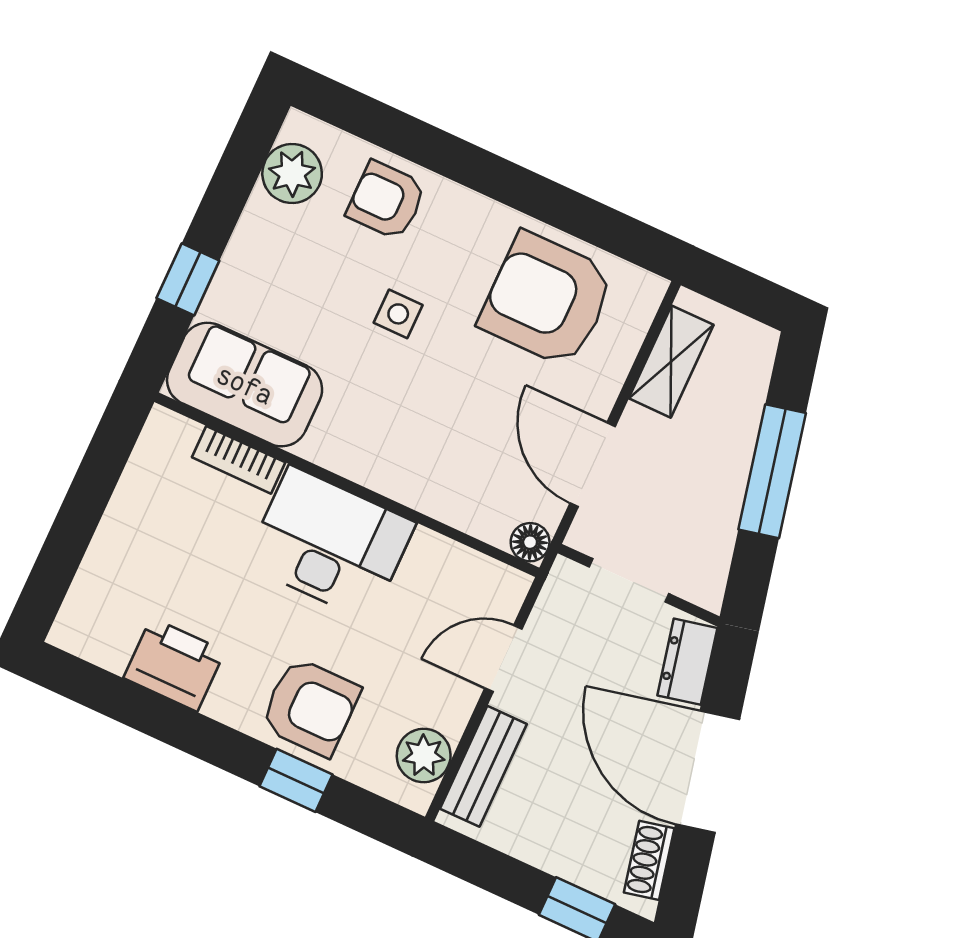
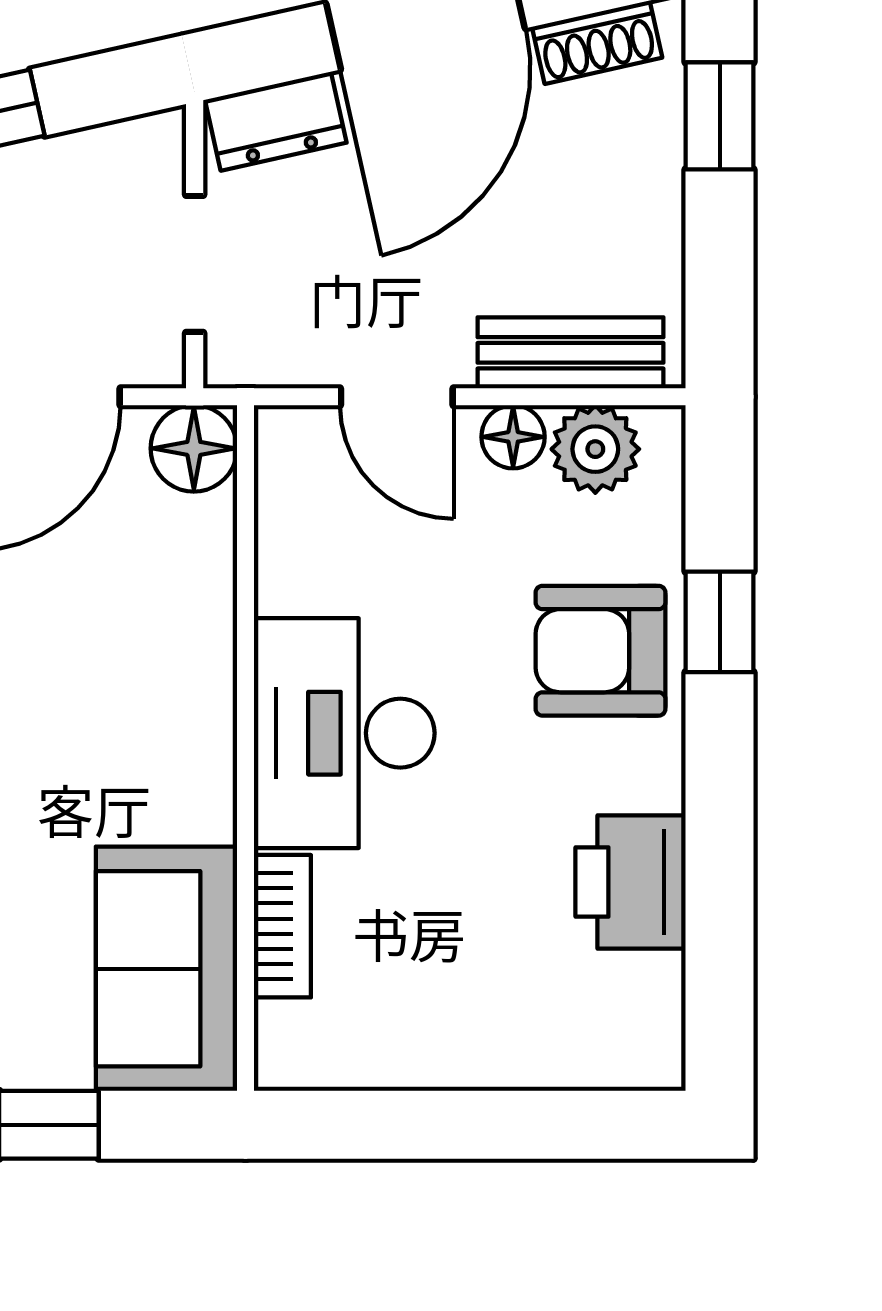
floor lamp: (530, 542) -> (194, 448), width x1.37, depth x1.37
armchair: (310, 707) -> (601, 651), turned -90
floor lamp: (451, 713) -> (513, 437), added

